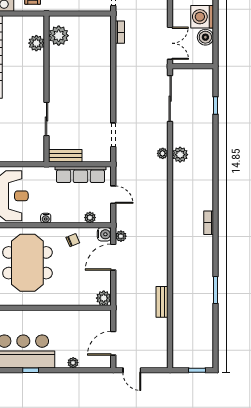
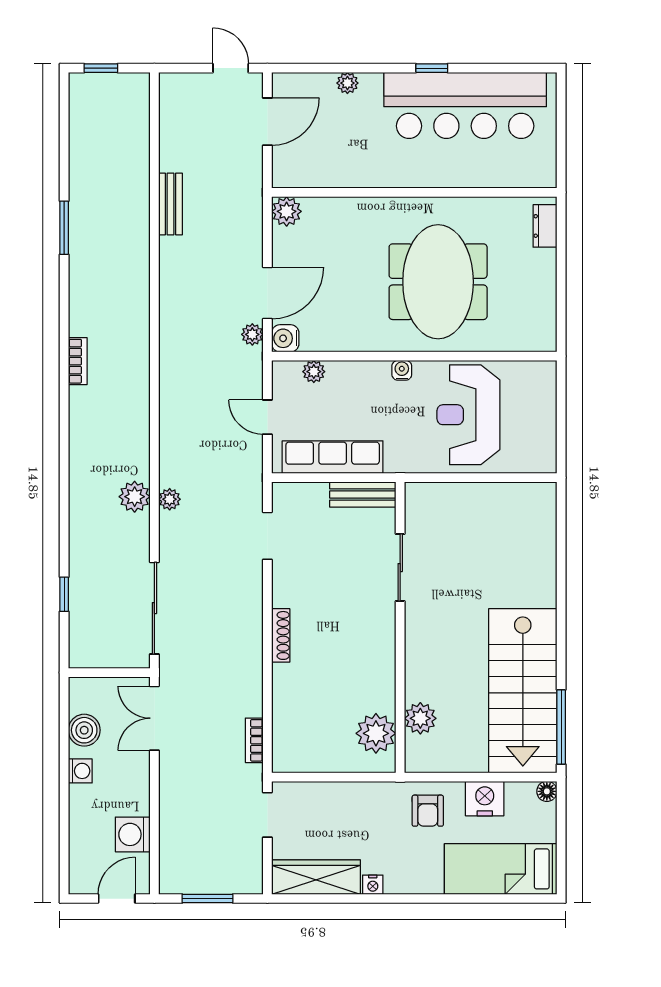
washing machine: (202, 17) -> (80, 771), width x0.53, depth x0.53
shoe rack: (107, 85) -> (281, 635), added
chair: (73, 240) -> (348, 327), removed

